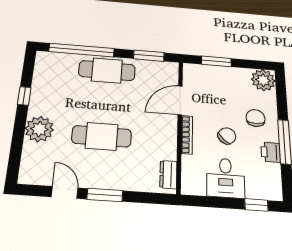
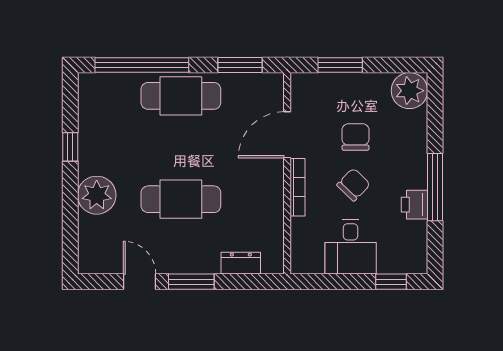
chair: (256, 118) -> (356, 137), moved
dresser: (168, 175) -> (241, 263), moved, turned 90

